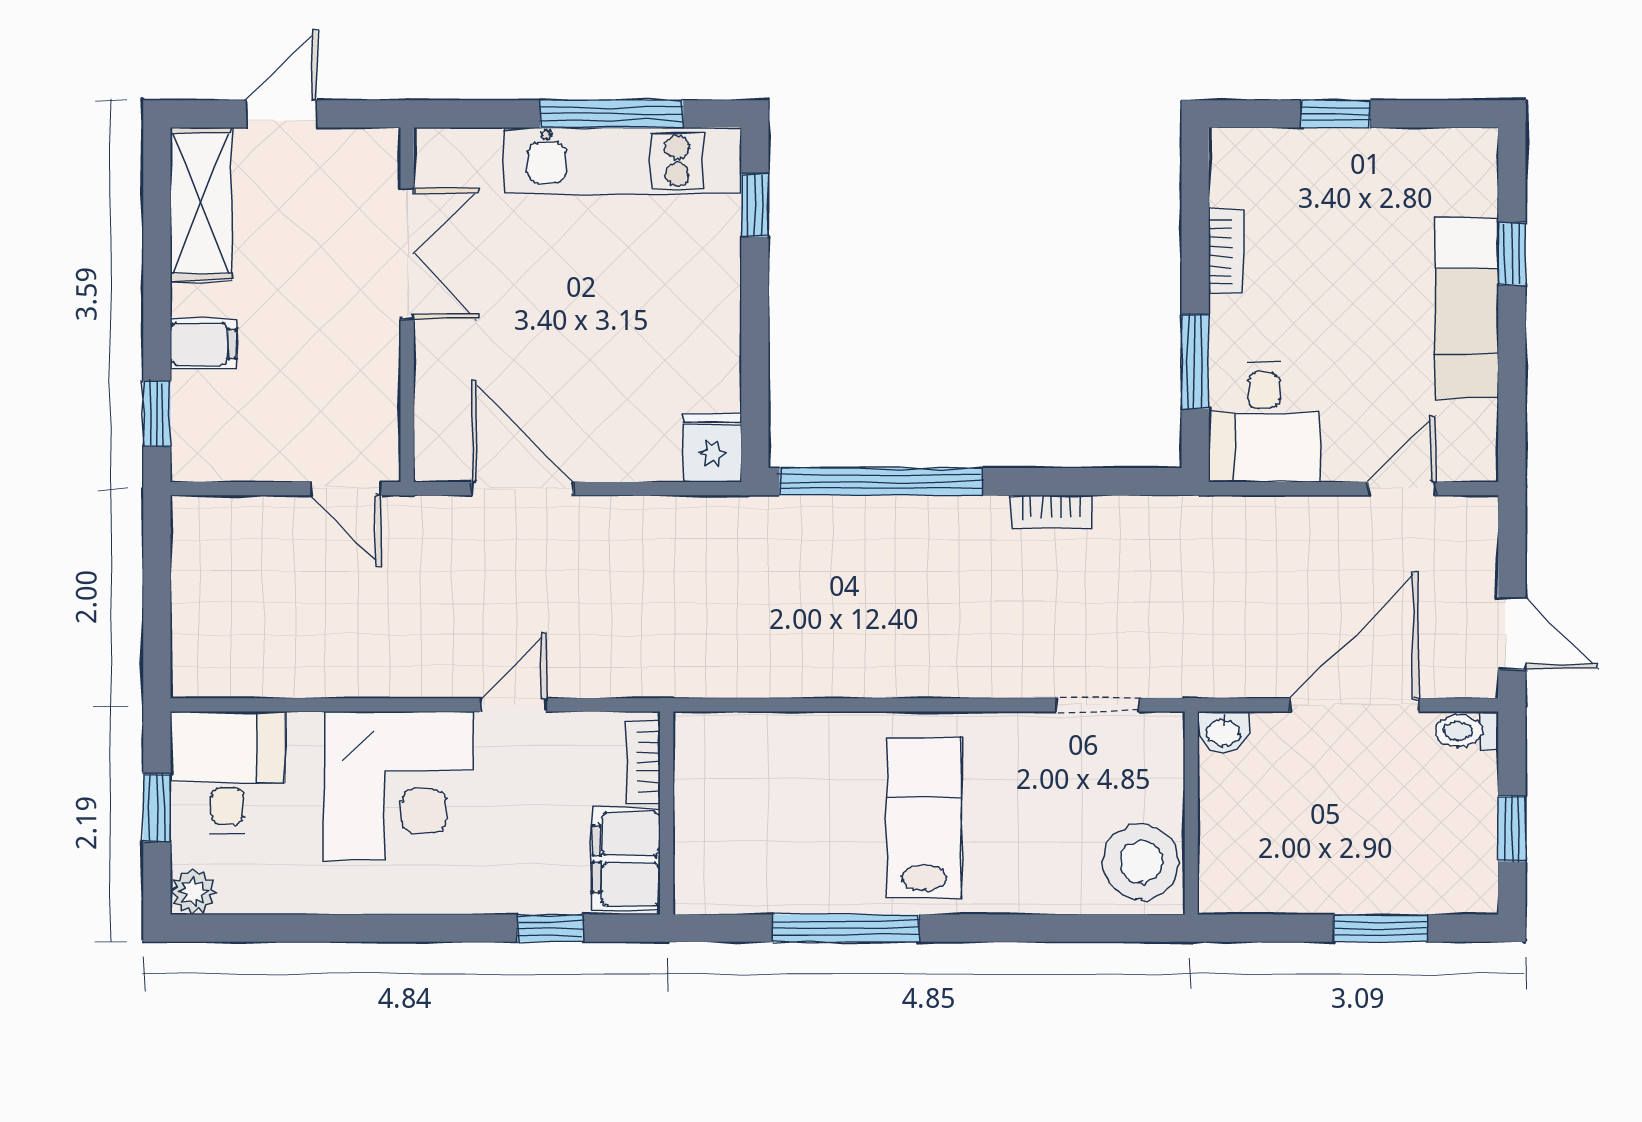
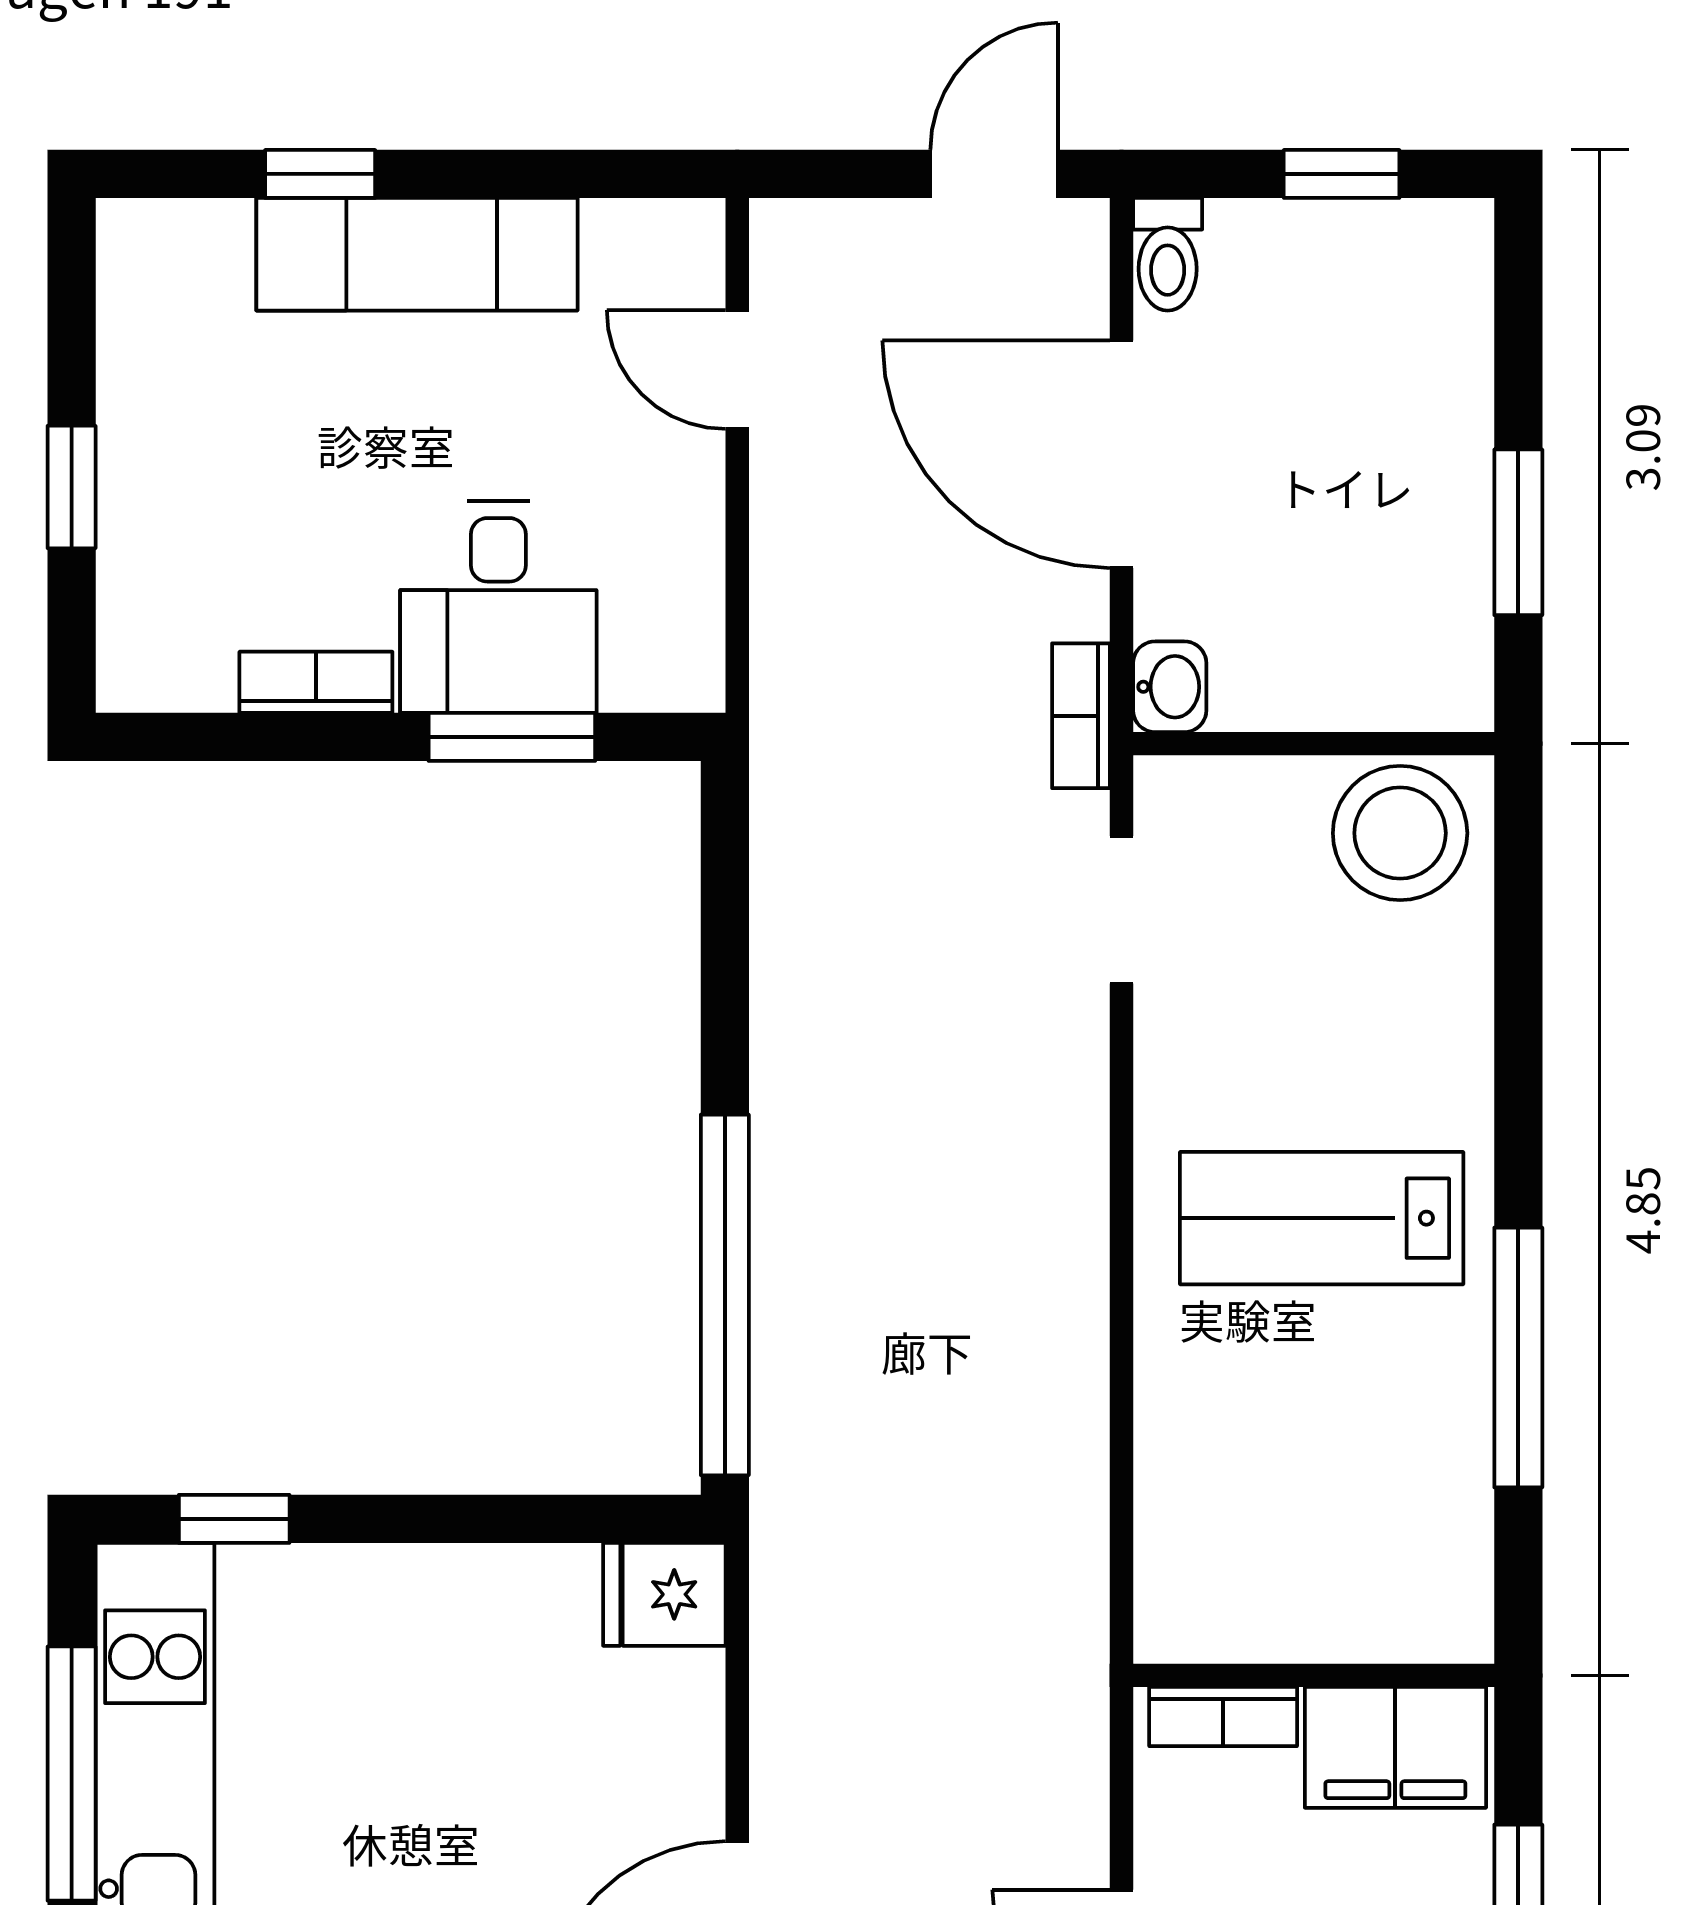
desk: (1264, 422) -> (498, 607), moved, turned 90
bookcase: (1051, 511) -> (1081, 716), moved, turned 180
window: (1380, 928) -> (1518, 532), moved

